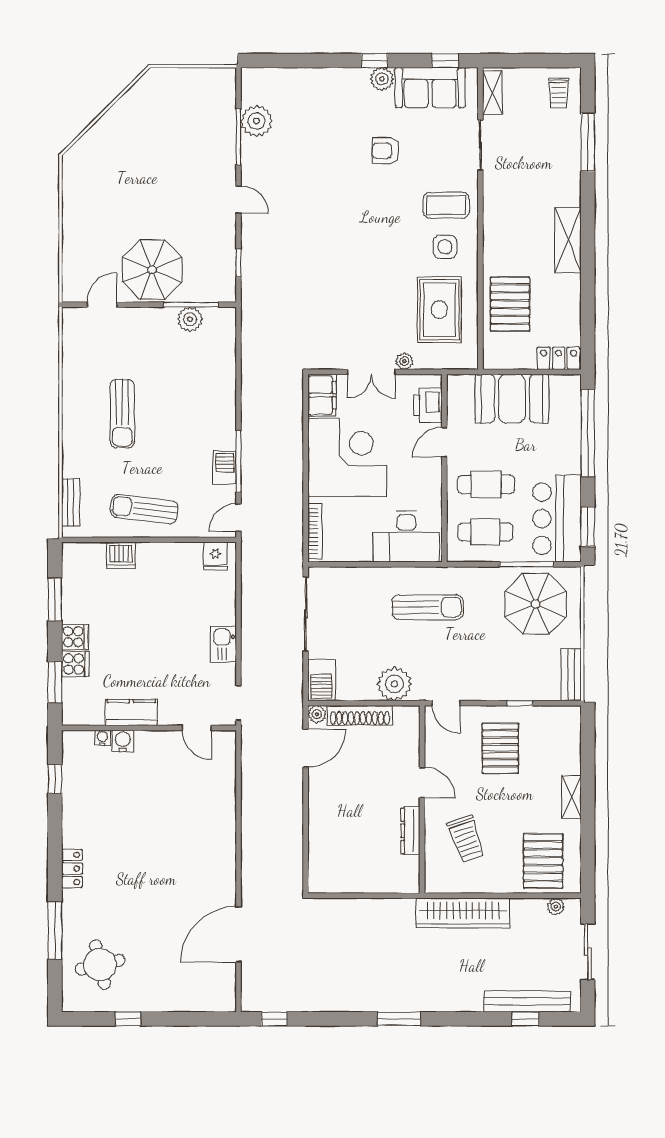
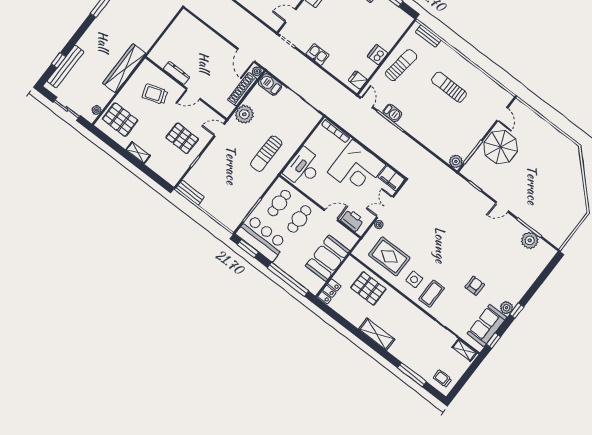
plant: (190, 319) -> (456, 161), moved
door: (444, 442) -> (331, 215), hinge flipped
dishwasher: (121, 555) -> (378, 55), moved
parasol: (536, 604) -> (232, 201), removed

